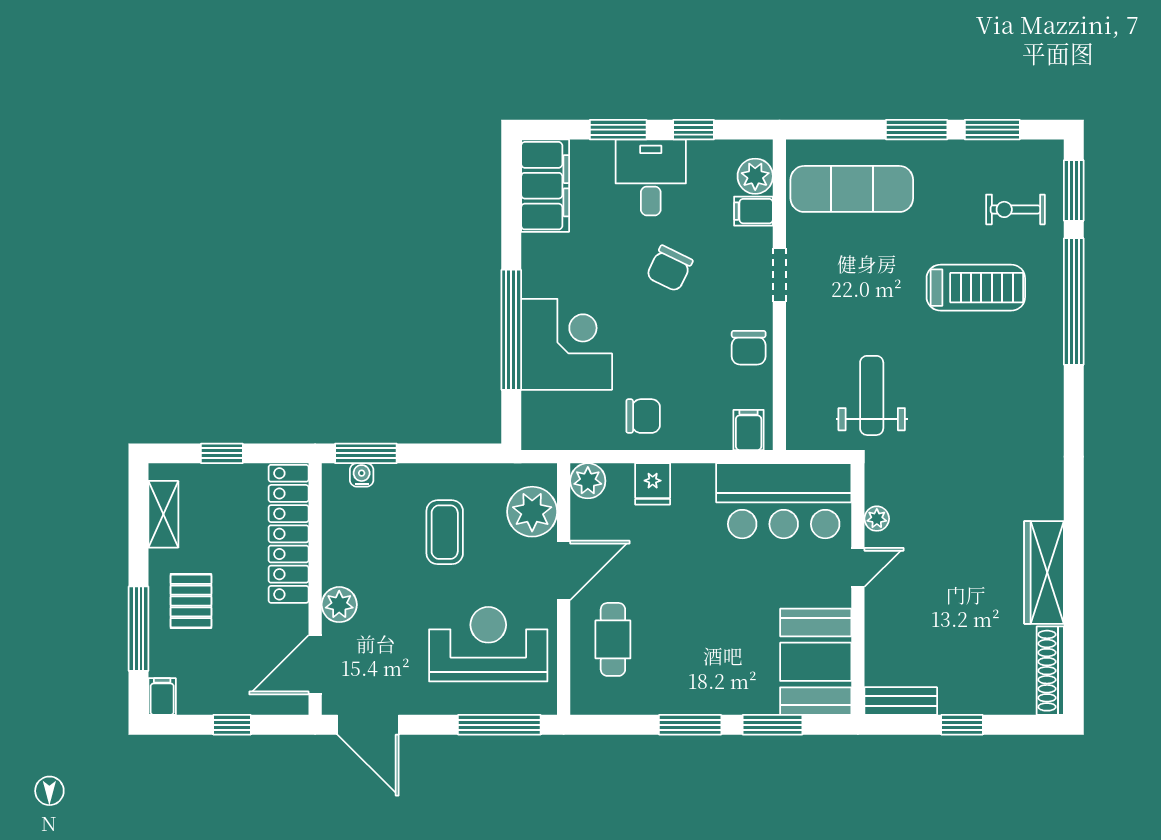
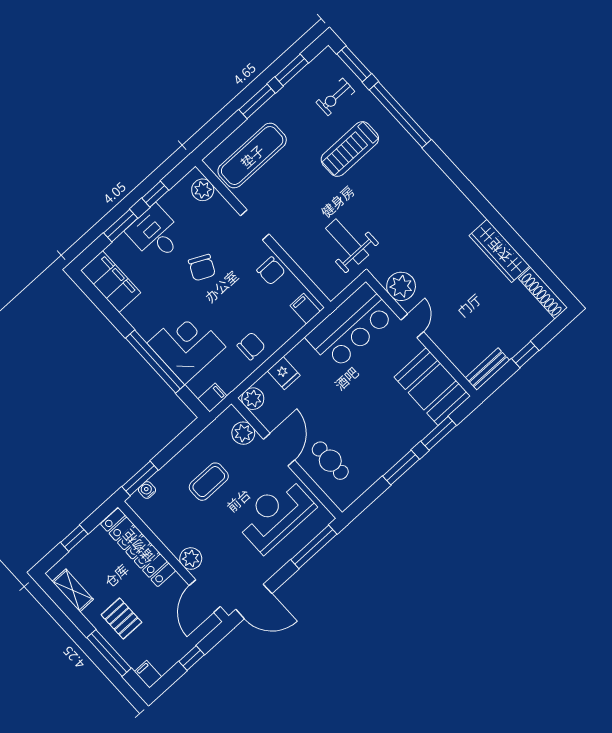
filing cabinet: (753, 211) -> (212, 398), moved, turned 180
treadmill: (976, 288) -> (350, 149), turned 180
plant: (532, 512) -> (243, 433), width x0.73, depth x0.73
plant: (877, 519) -> (401, 286), width x1.88, depth x1.88
coffee table: (445, 532) -> (209, 482), turned 90

